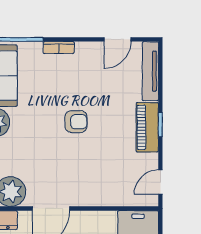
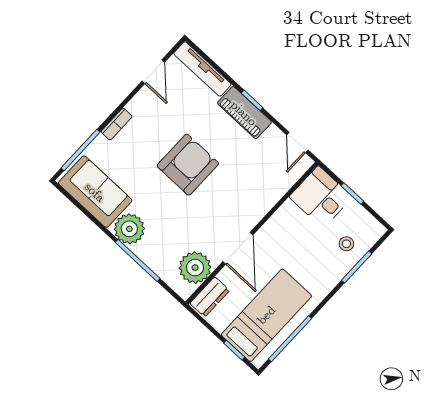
armchair: (76, 122) -> (188, 165), width x1.88, depth x1.88

